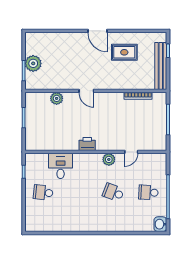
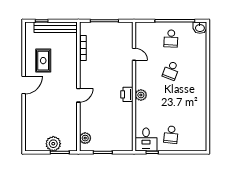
plant: (57, 98) -> (85, 138), moved
plant: (109, 159) -> (141, 95), moved
desk: (61, 166) -> (146, 140), moved, turned -90

